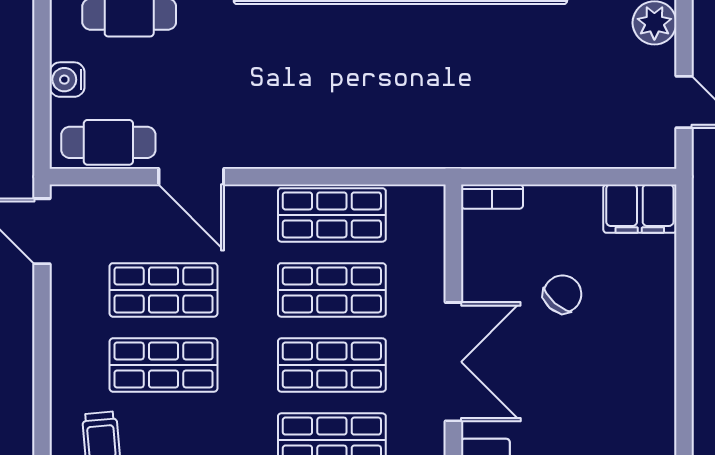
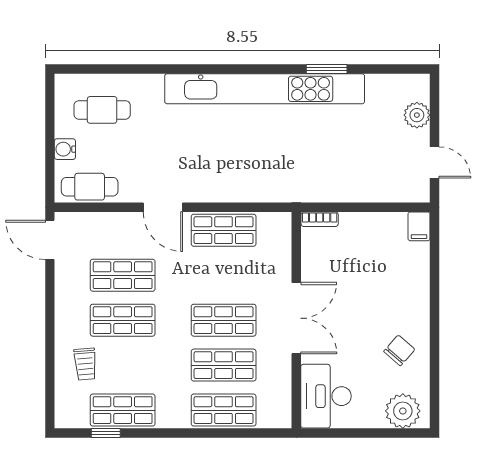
door: (191, 177) -> (163, 207), moved
filing cabinet: (640, 209) -> (419, 226), width x0.50
shop shelf: (332, 290) -> (224, 275), removed
chair: (562, 294) -> (399, 350), moved

